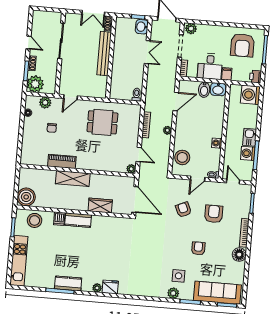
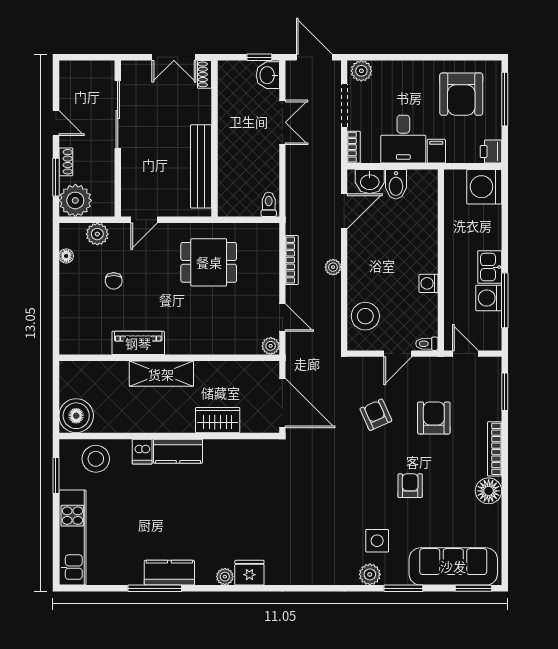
bench: (104, 54) -> (201, 166), moved
washbasin: (218, 89) -> (370, 181), moved

